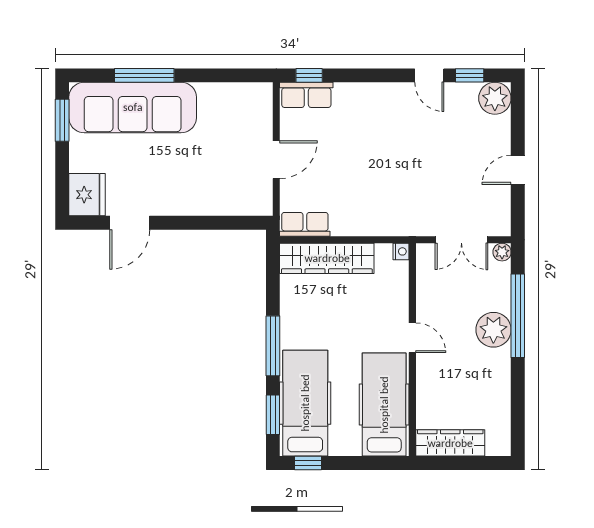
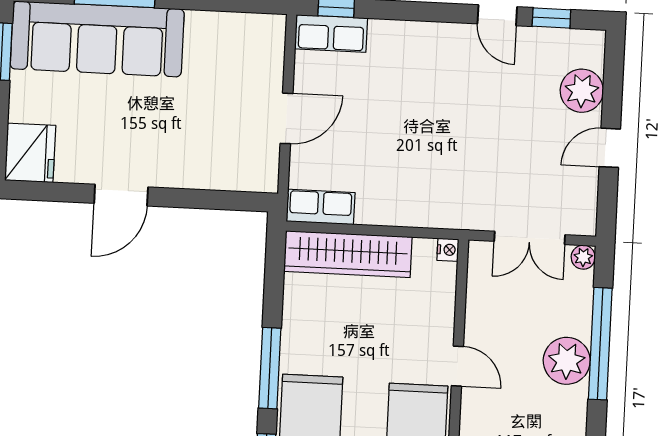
plant: (495, 98) -> (582, 91), moved
door: (130, 223) -> (121, 195), moved

